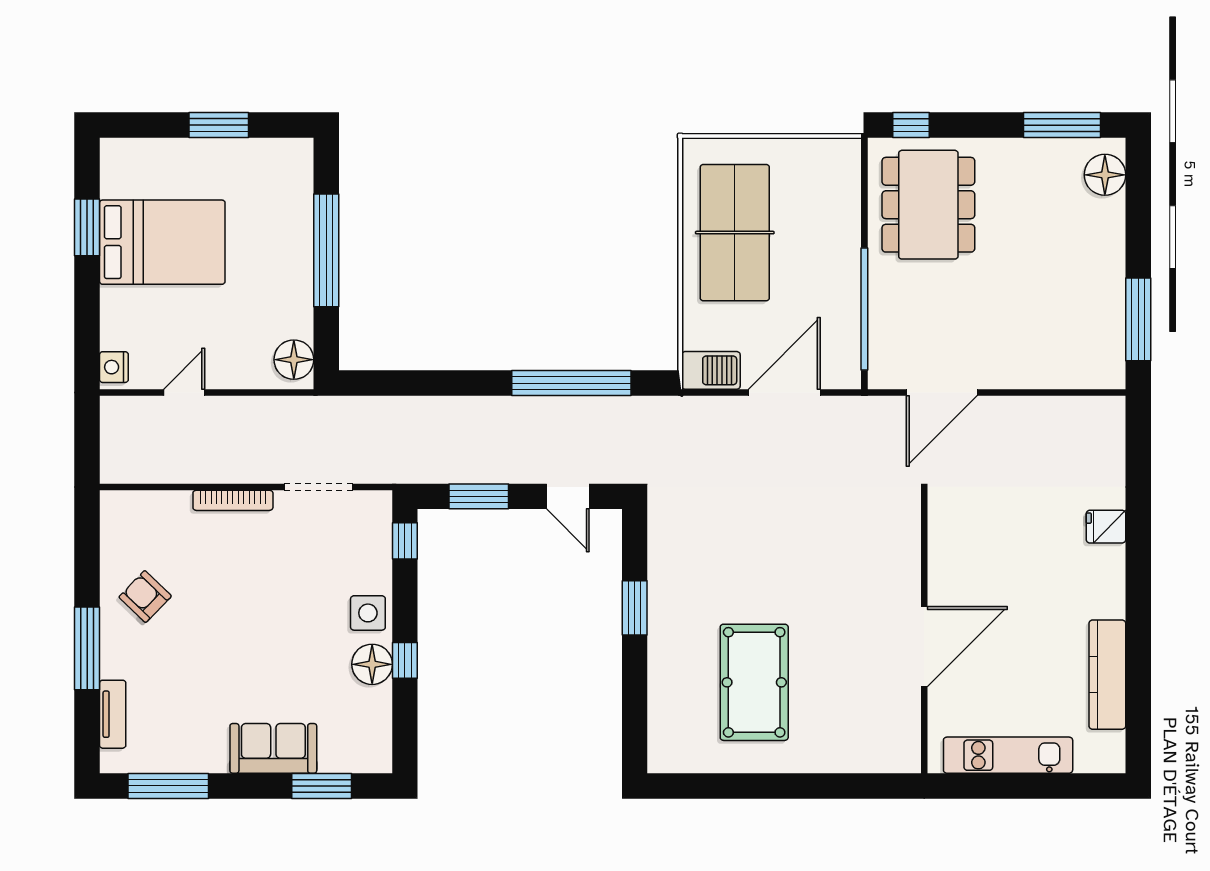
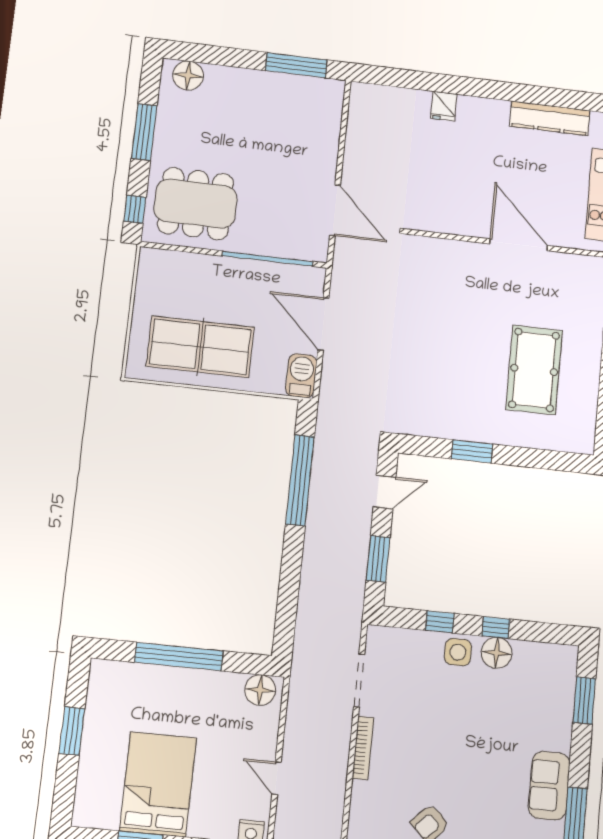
window: (1062, 125) -> (144, 132), moved
window: (405, 541) -> (440, 622), moved
pool table: (754, 682) -> (534, 370), turned 90
sofa: (273, 748) -> (549, 786), moved

